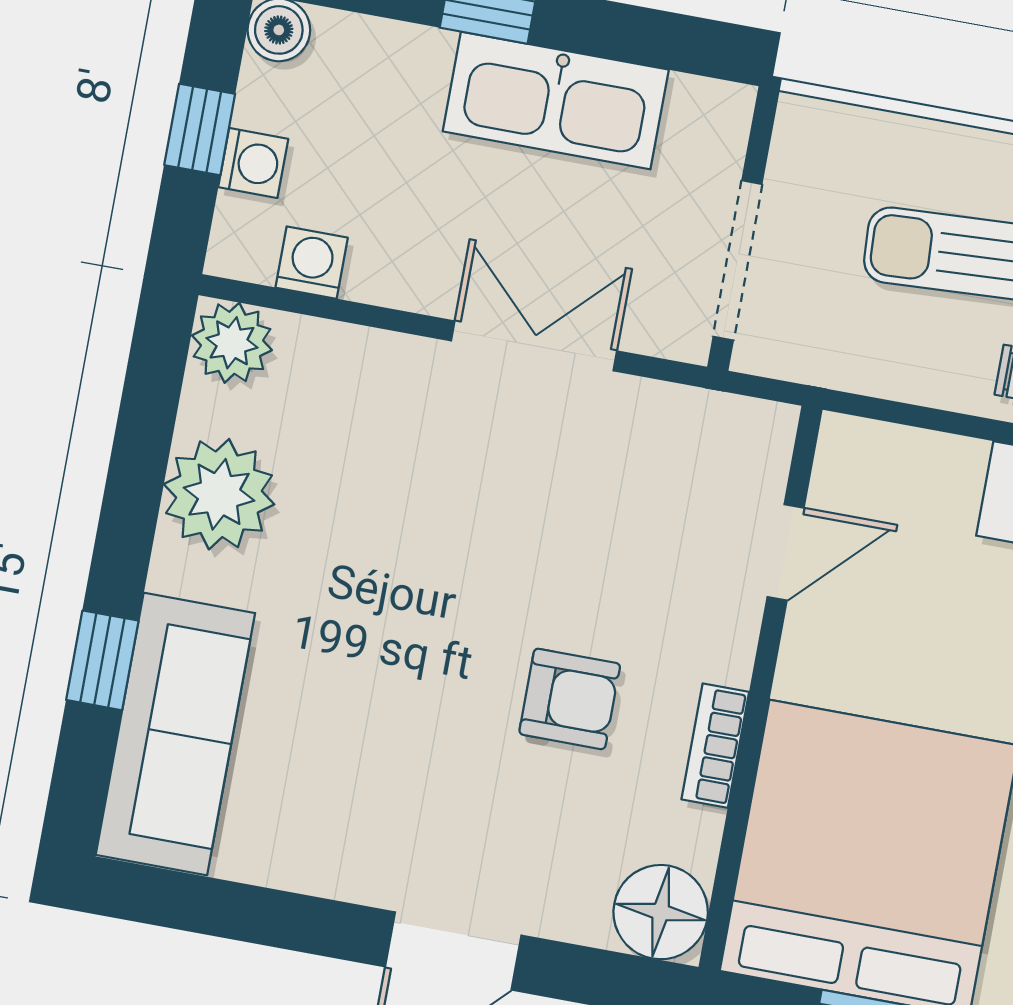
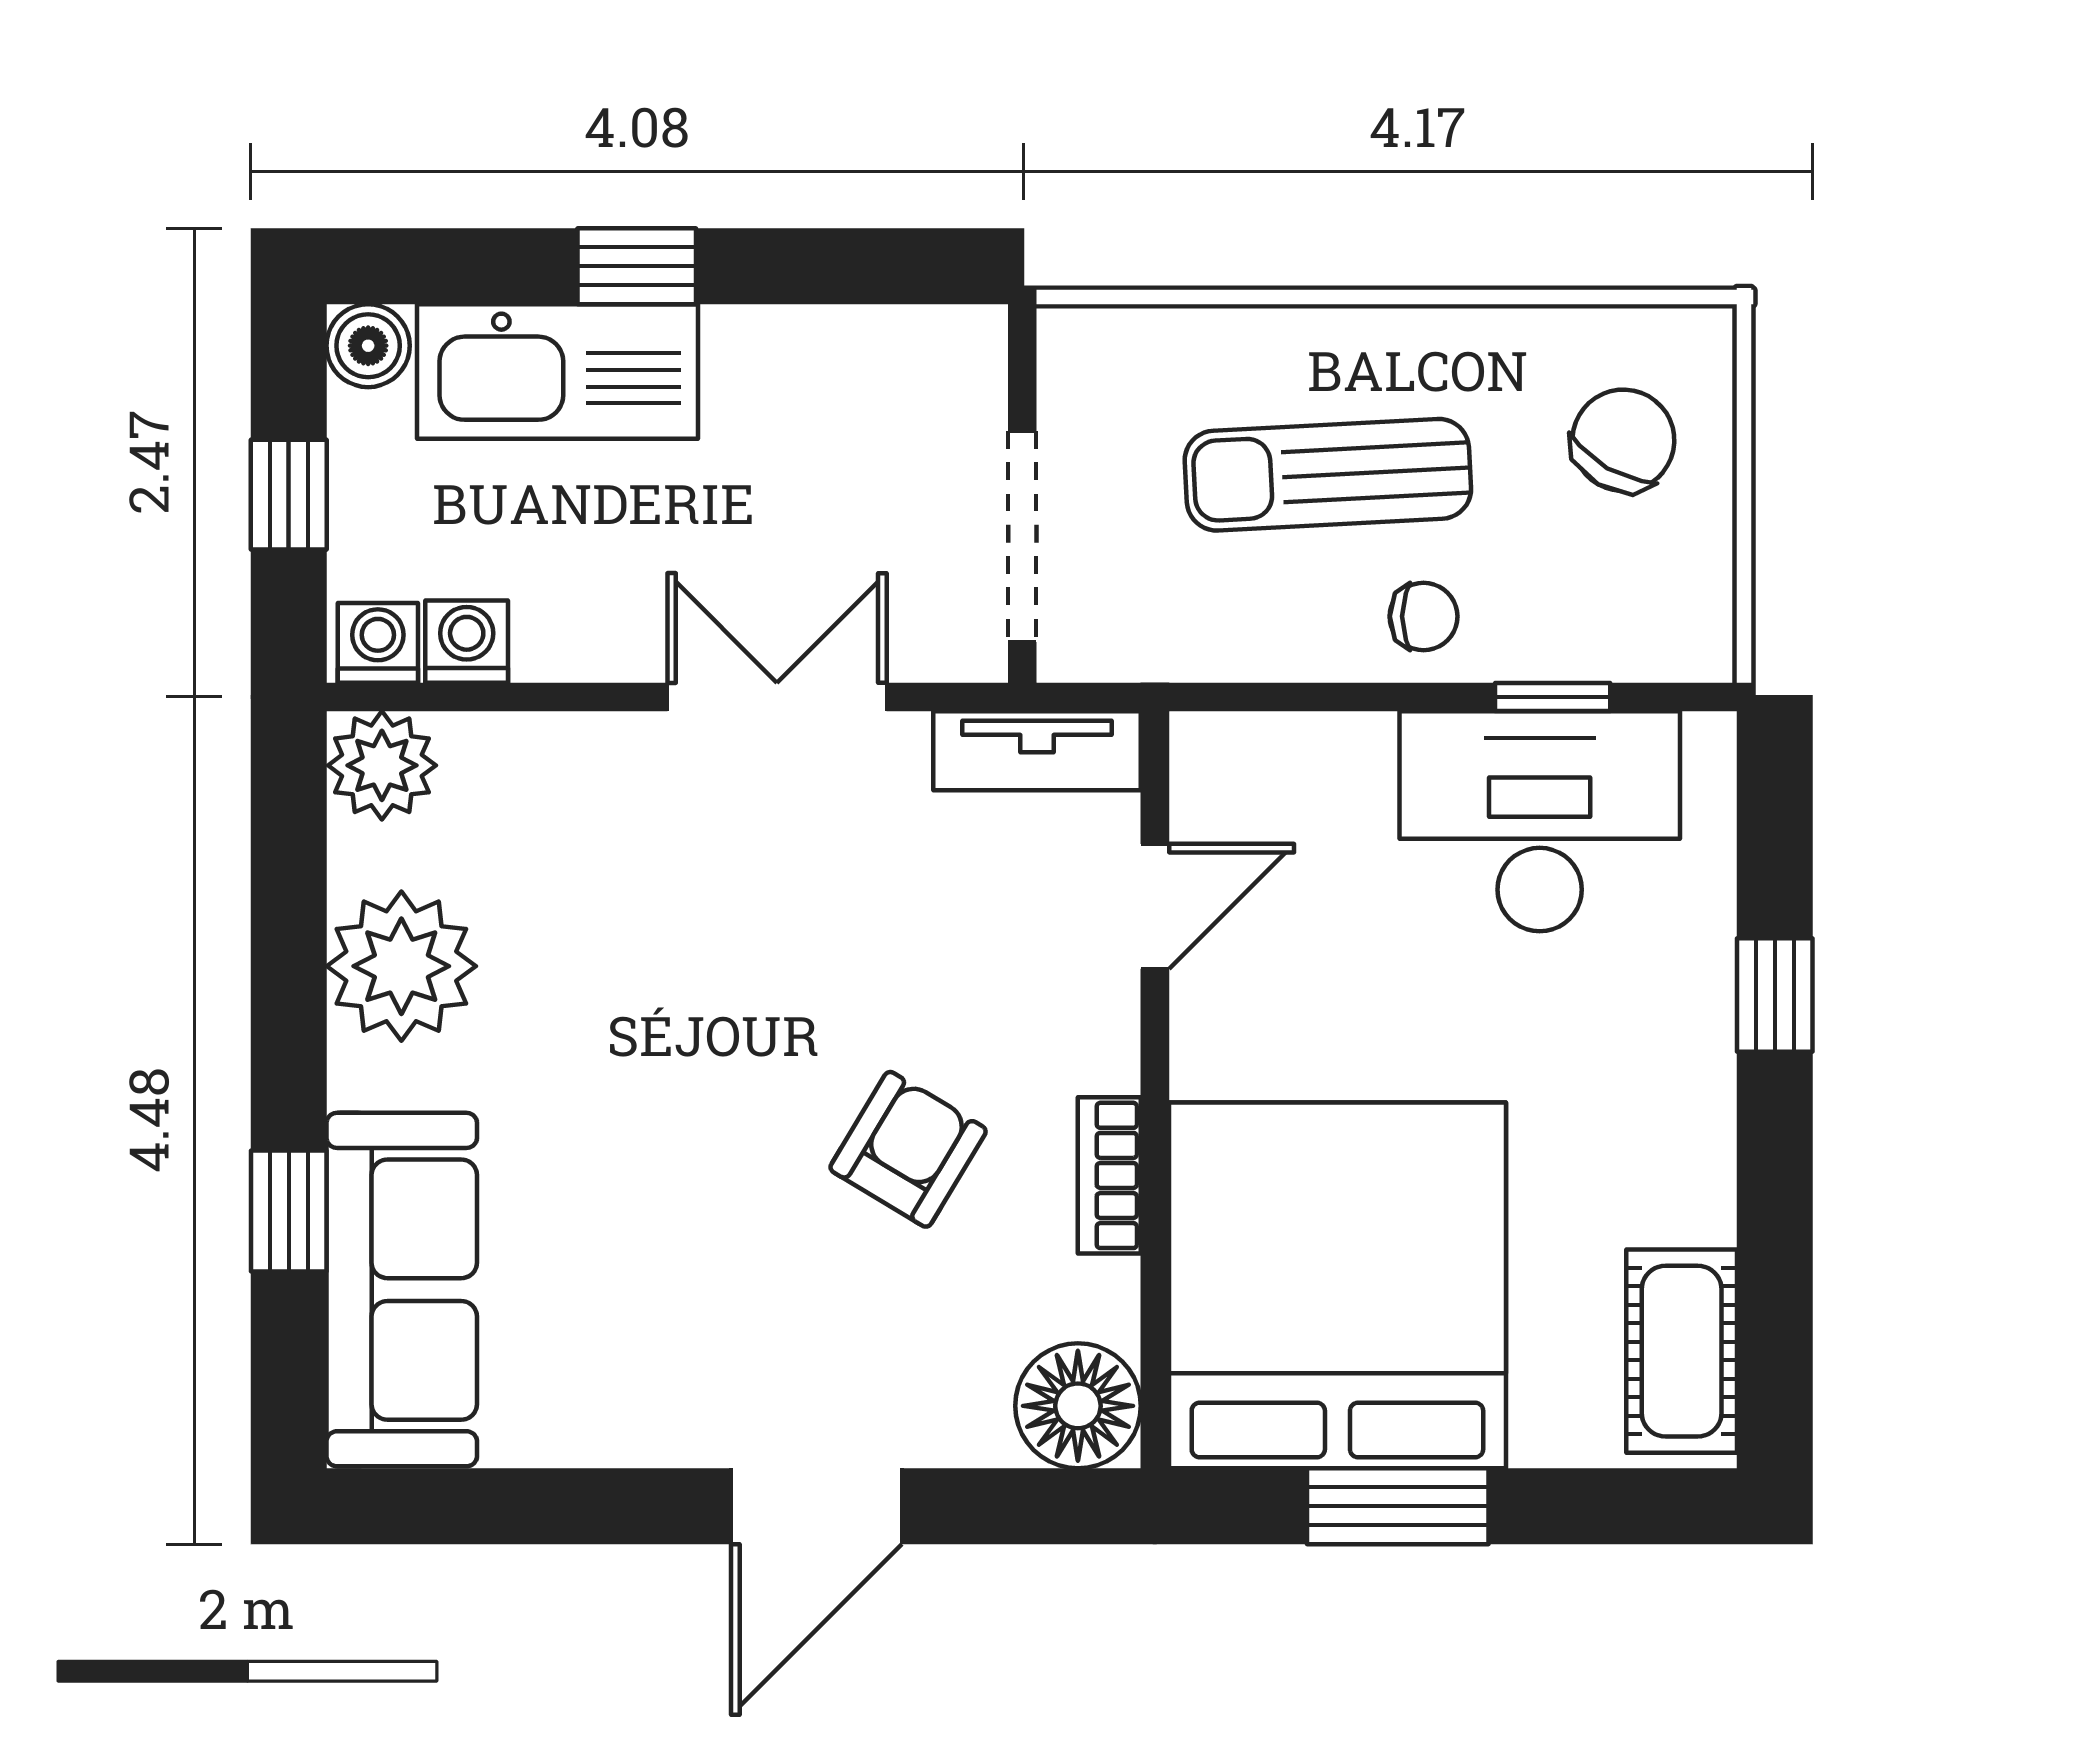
kitchen sink: (556, 101) -> (558, 372), moved
washing machine: (253, 163) -> (378, 643), moved, turned -90
tv unit: (719, 421) -> (1037, 751), added
armchair: (570, 699) -> (908, 1149), turned -59

